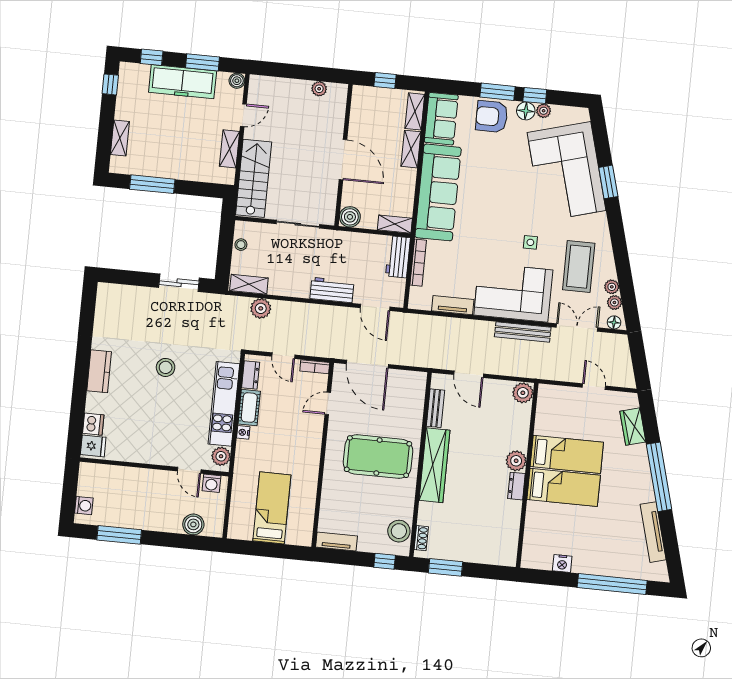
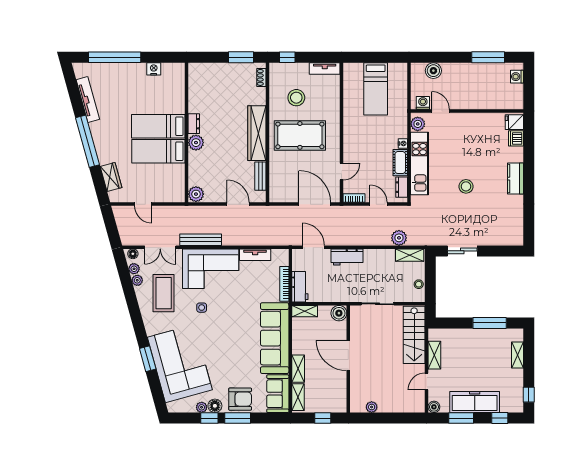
stool: (399, 531) -> (296, 98), moved

